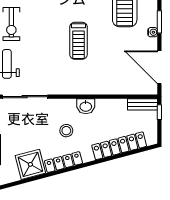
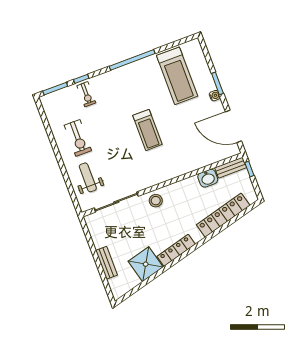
washbasin: (86, 106) -> (208, 178), moved
stool: (66, 131) -> (156, 201), moved

